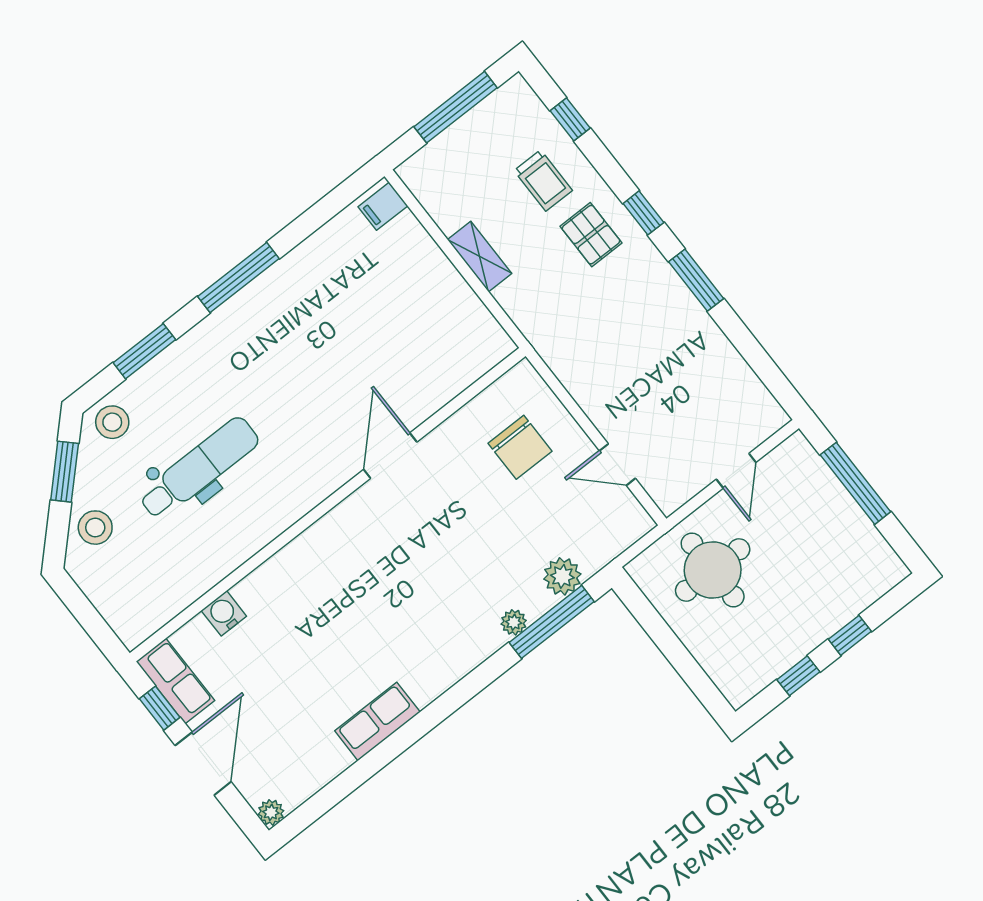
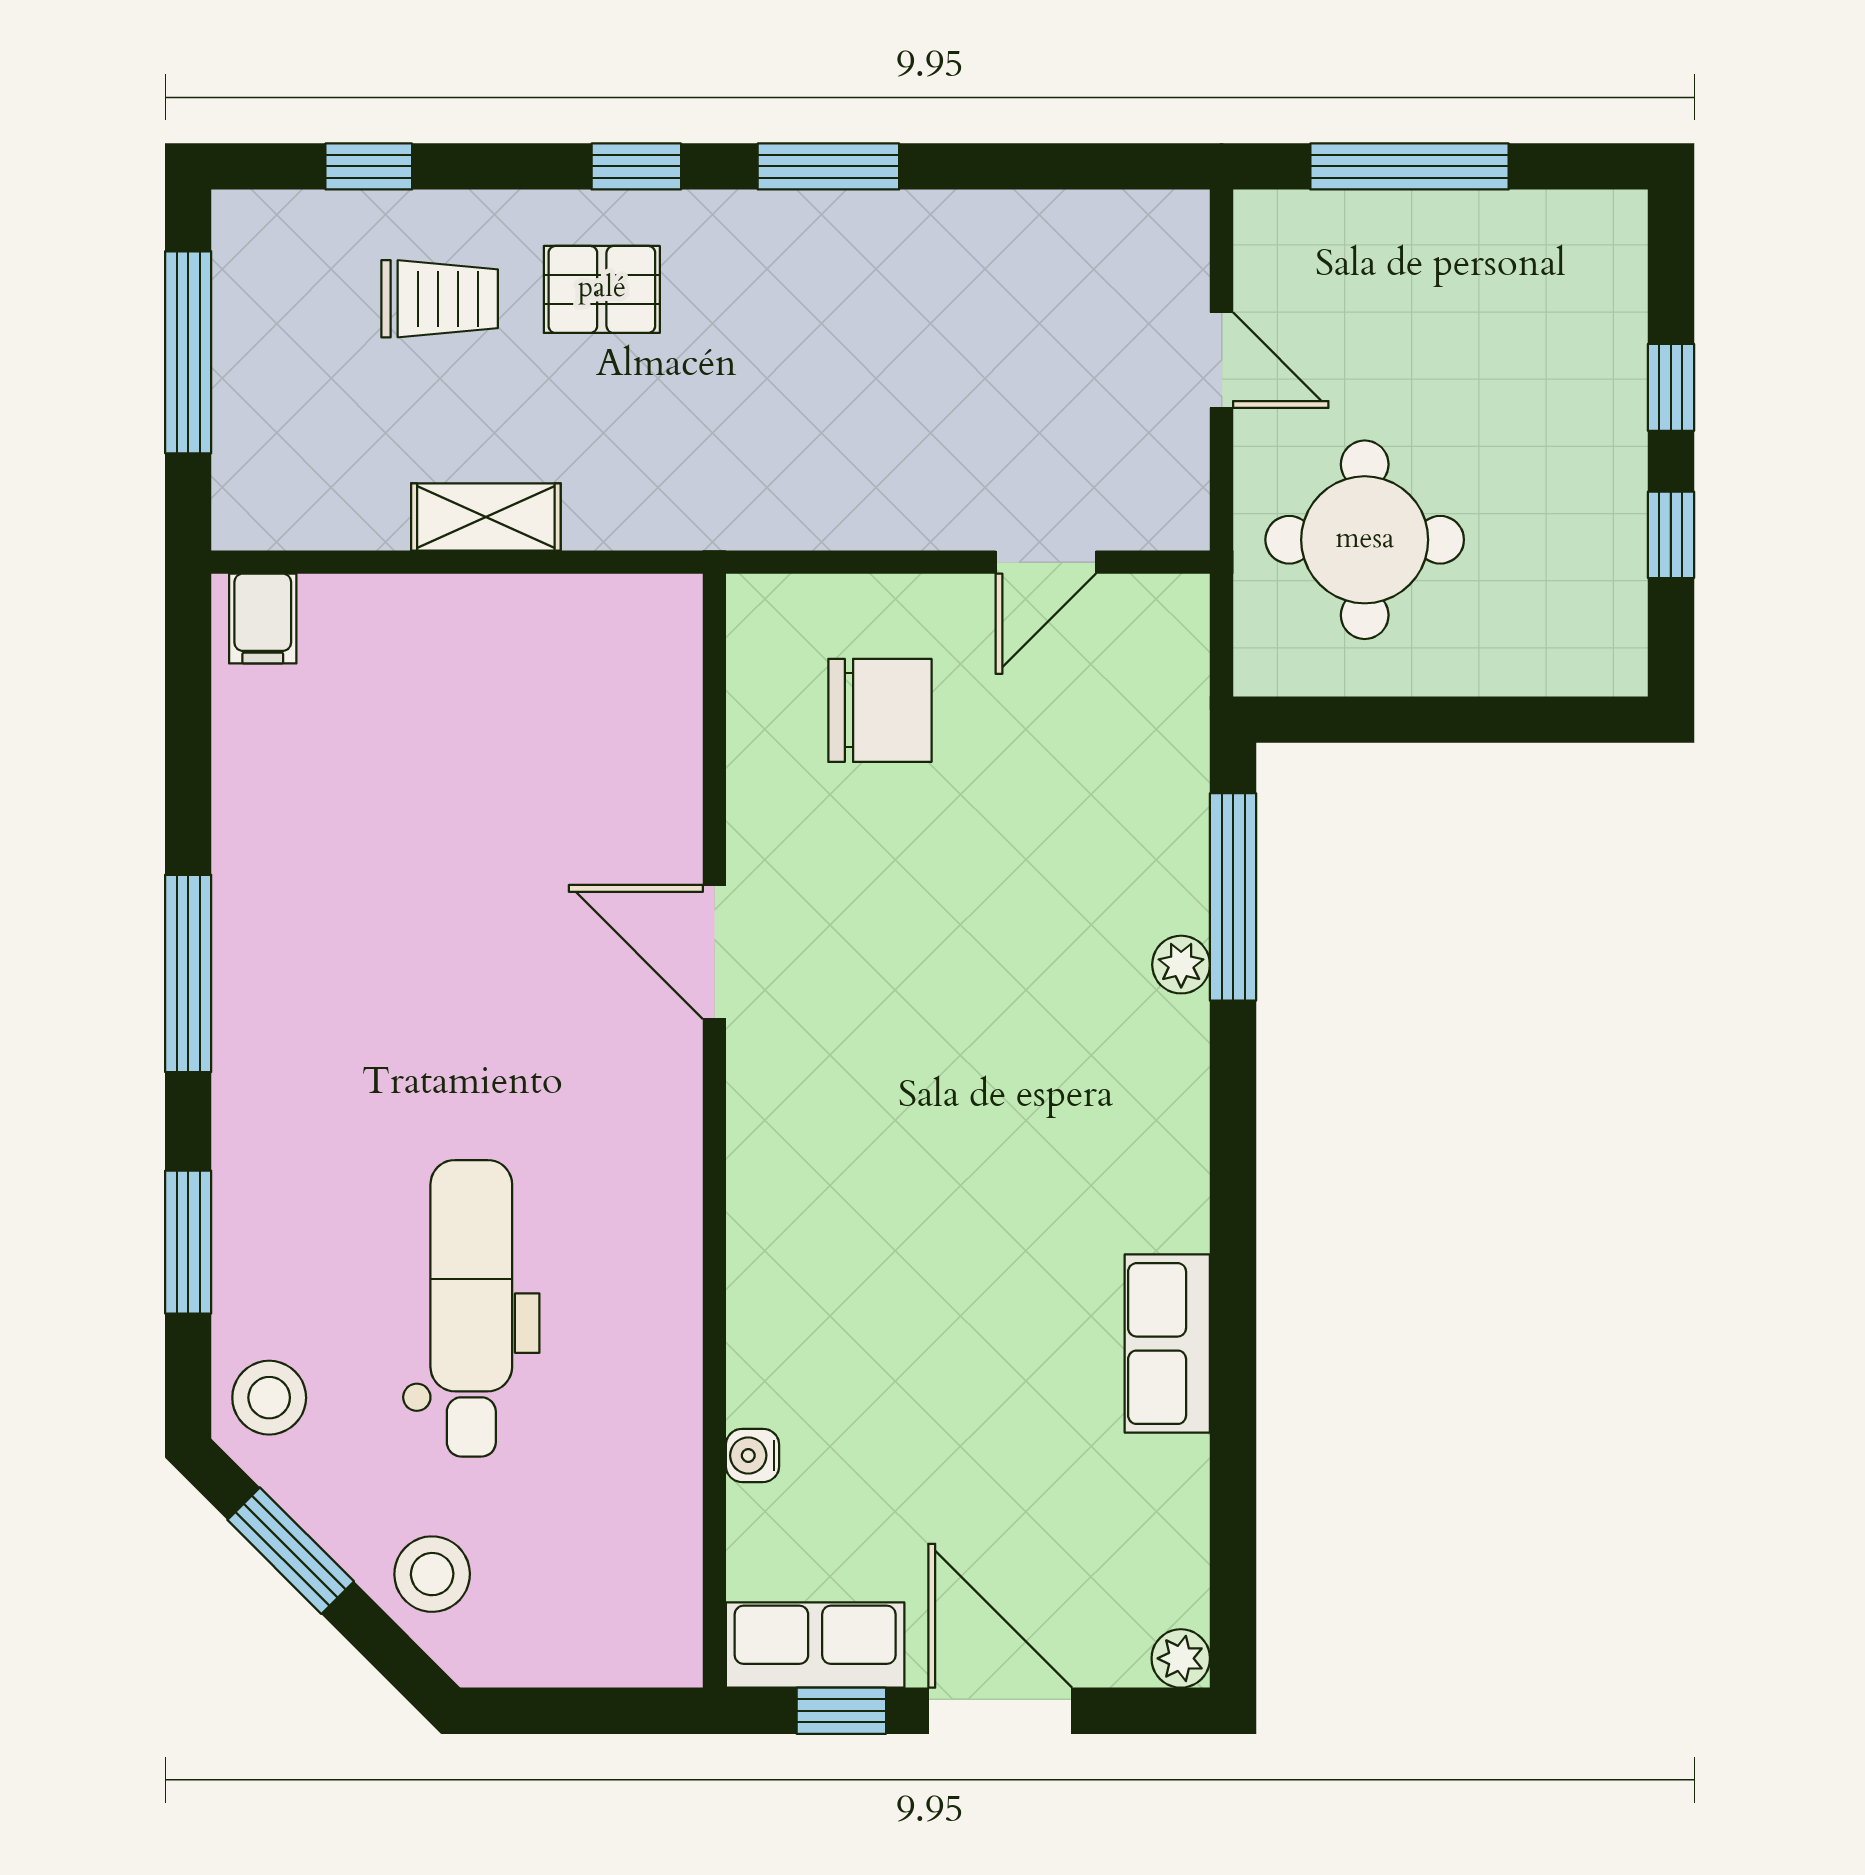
plant: (562, 576) -> (1167, 815), removed
water cooler: (224, 613) -> (753, 1455), width x0.72, depth x0.72

